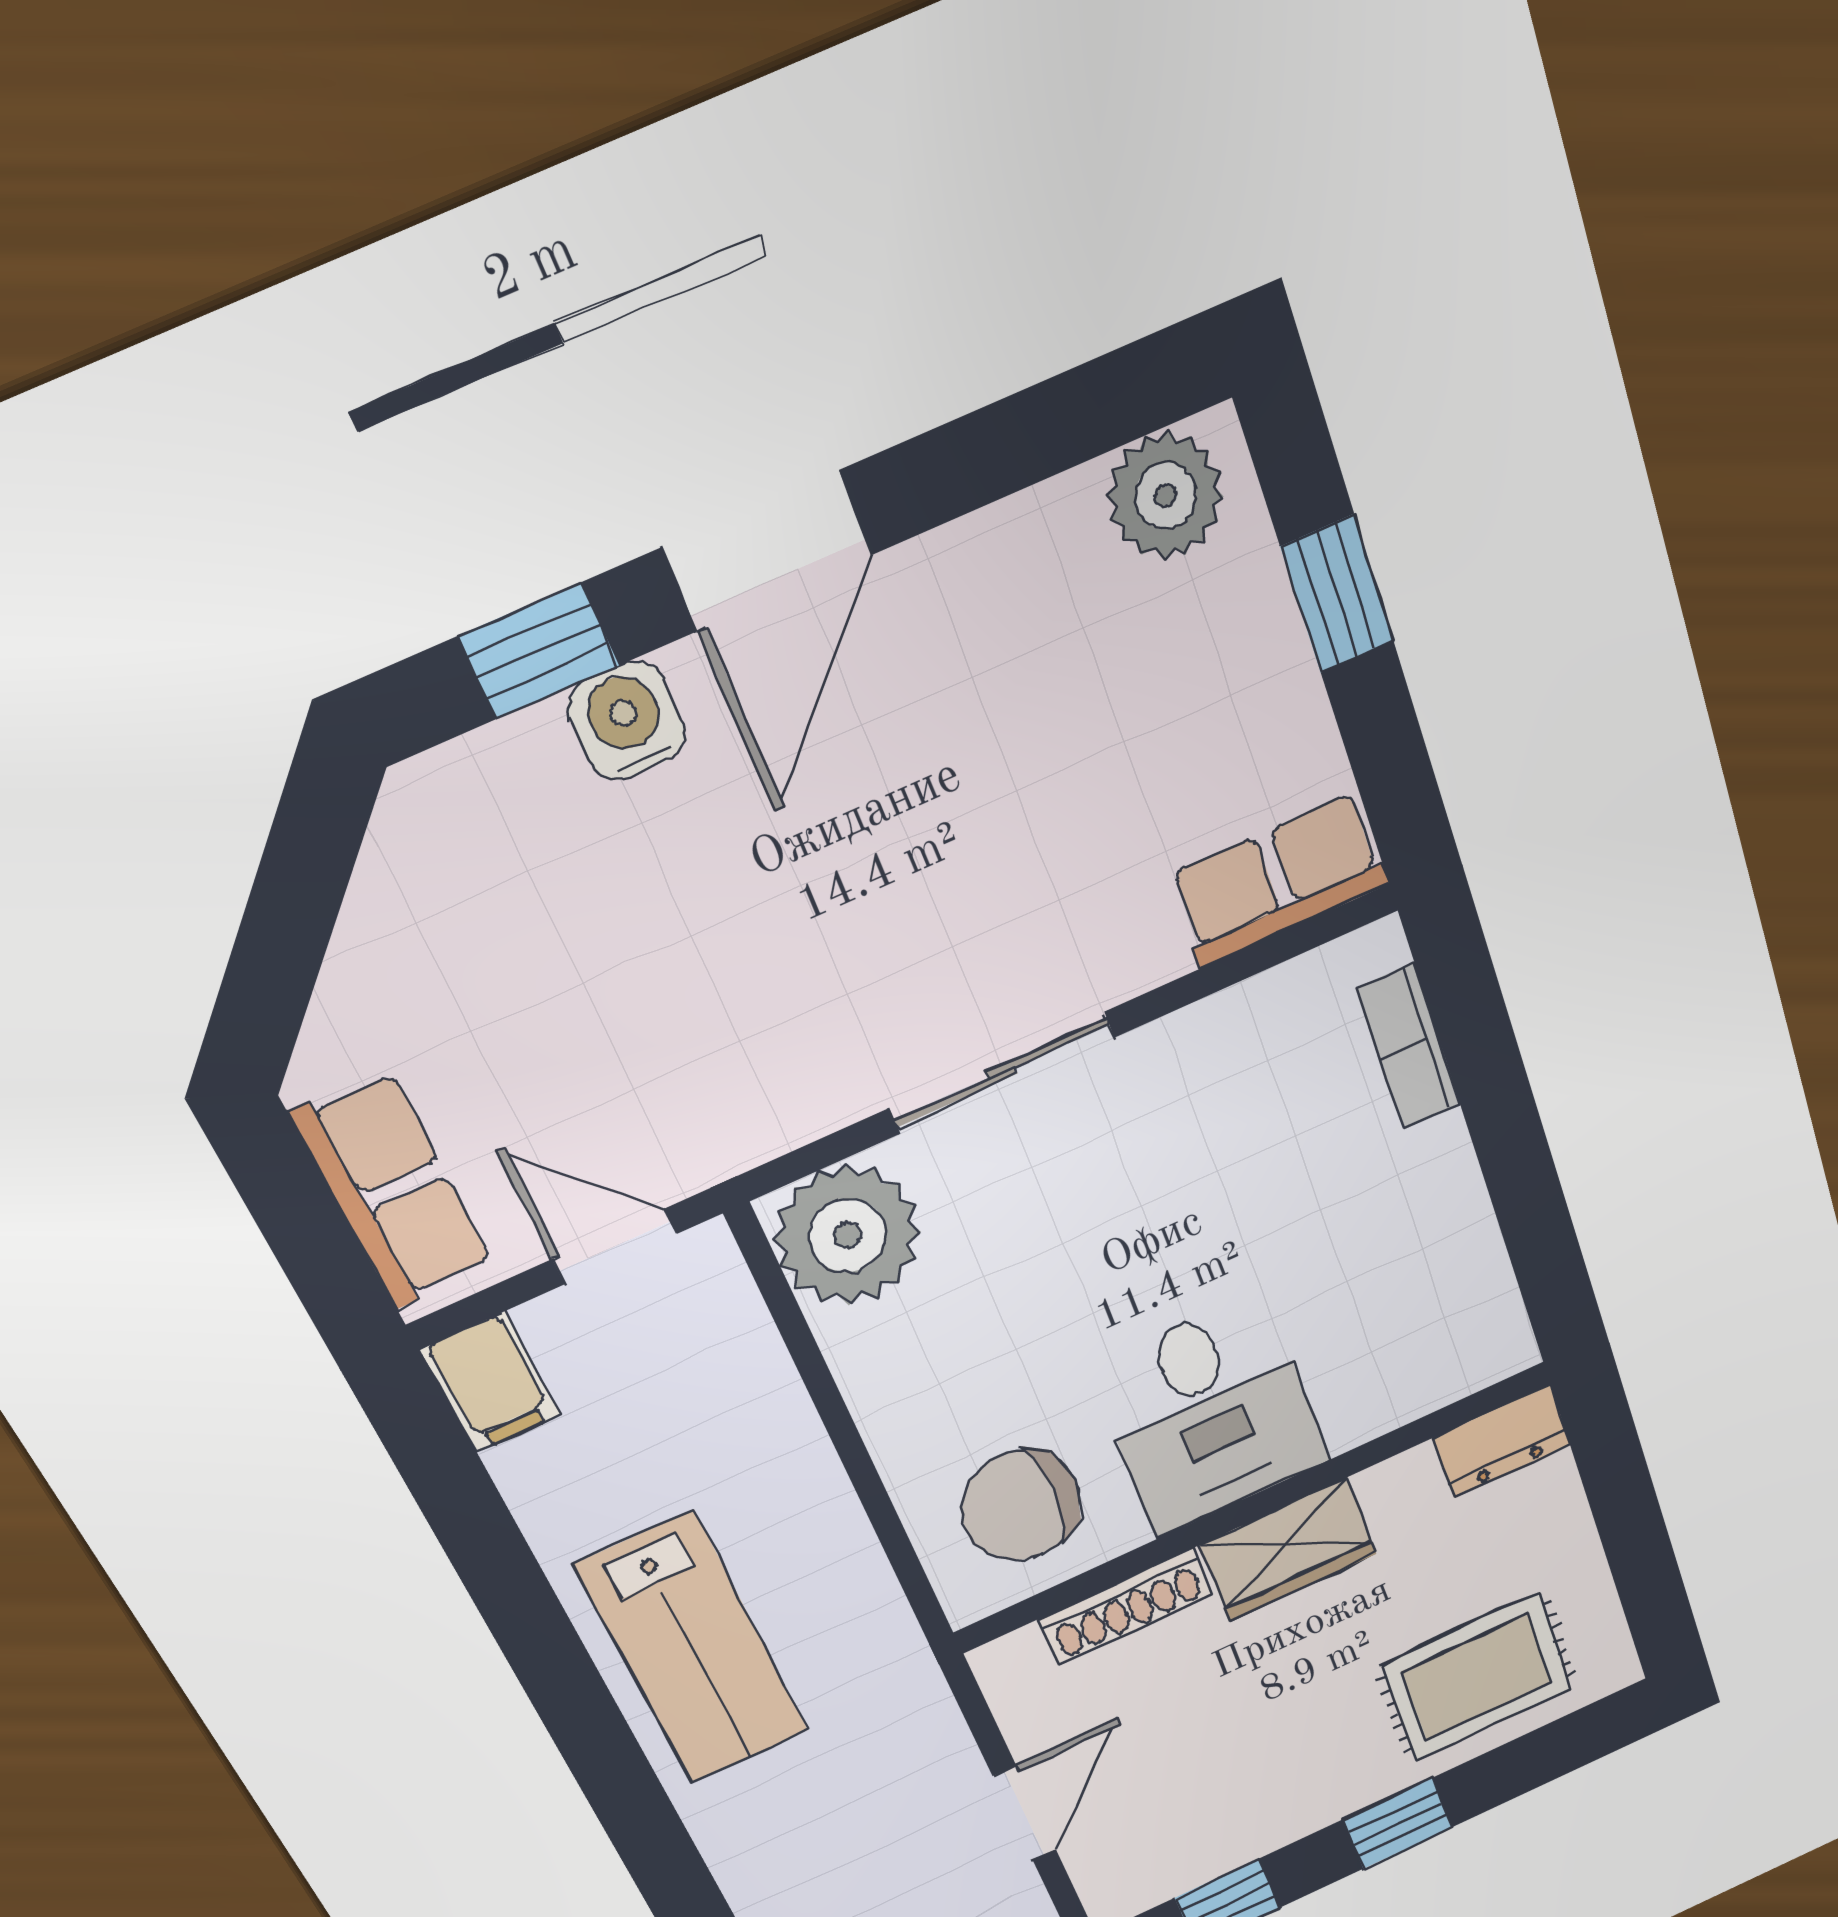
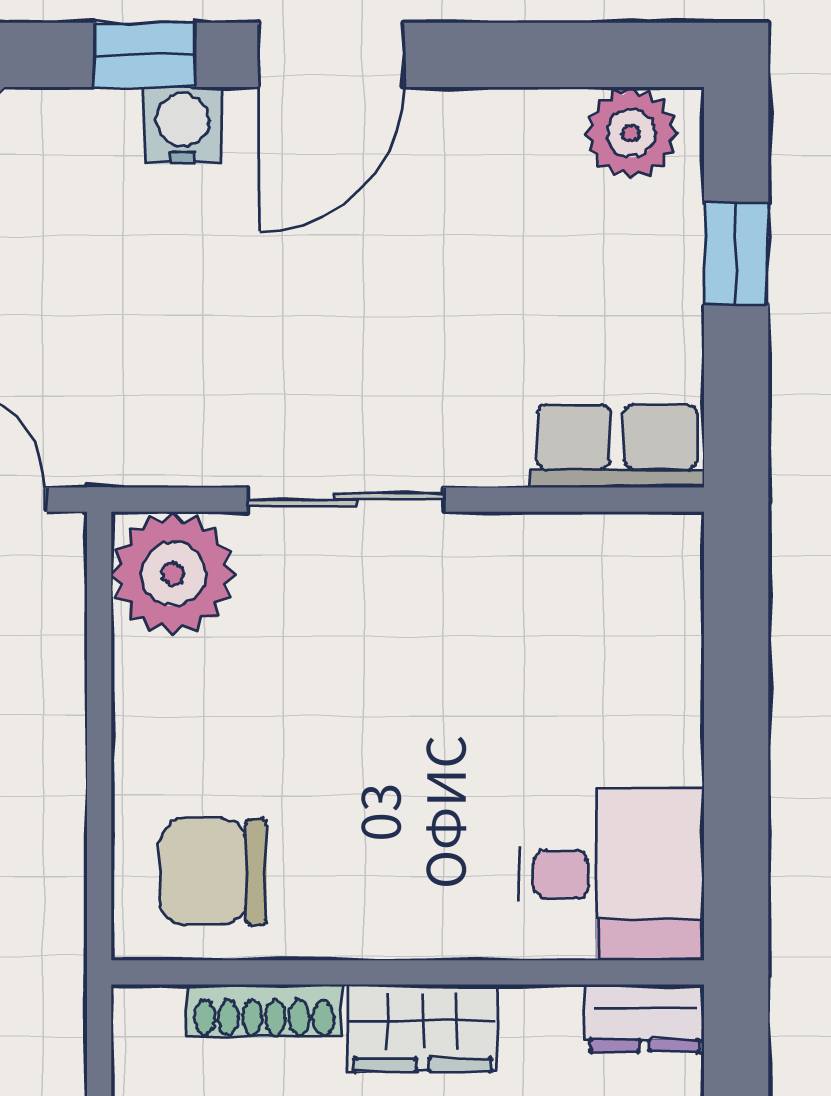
bookcase: (1409, 1046) -> (677, 626), removed
desk: (1210, 1414) -> (611, 874), moved, turned -90

